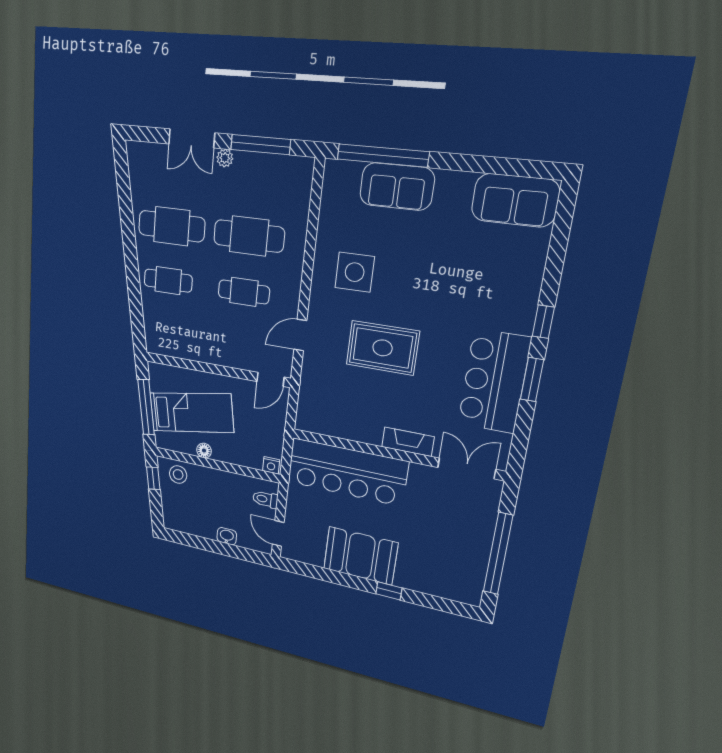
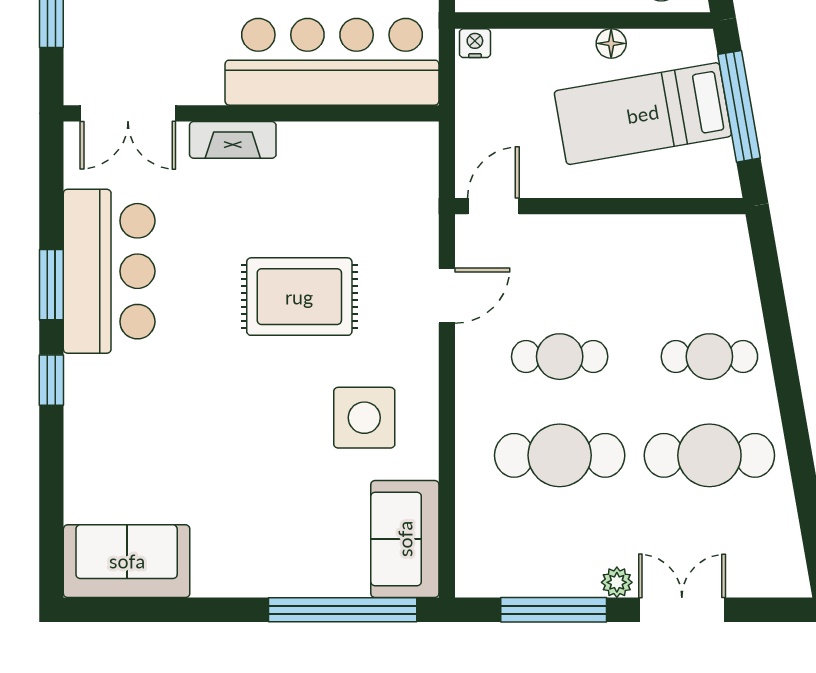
sofa: (397, 187) -> (405, 539), moved, turned -90

